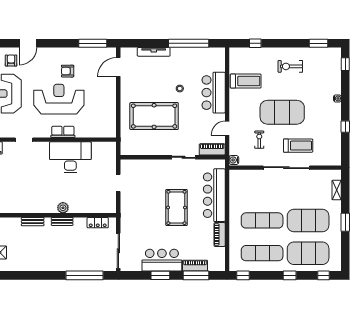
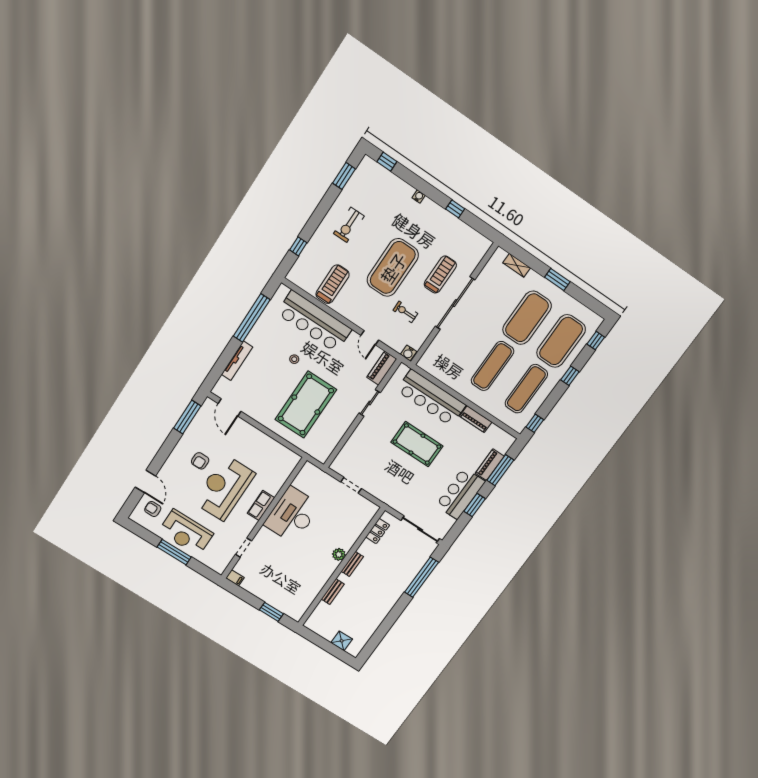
bar counter: (214, 93) -> (314, 321), width x1.36

